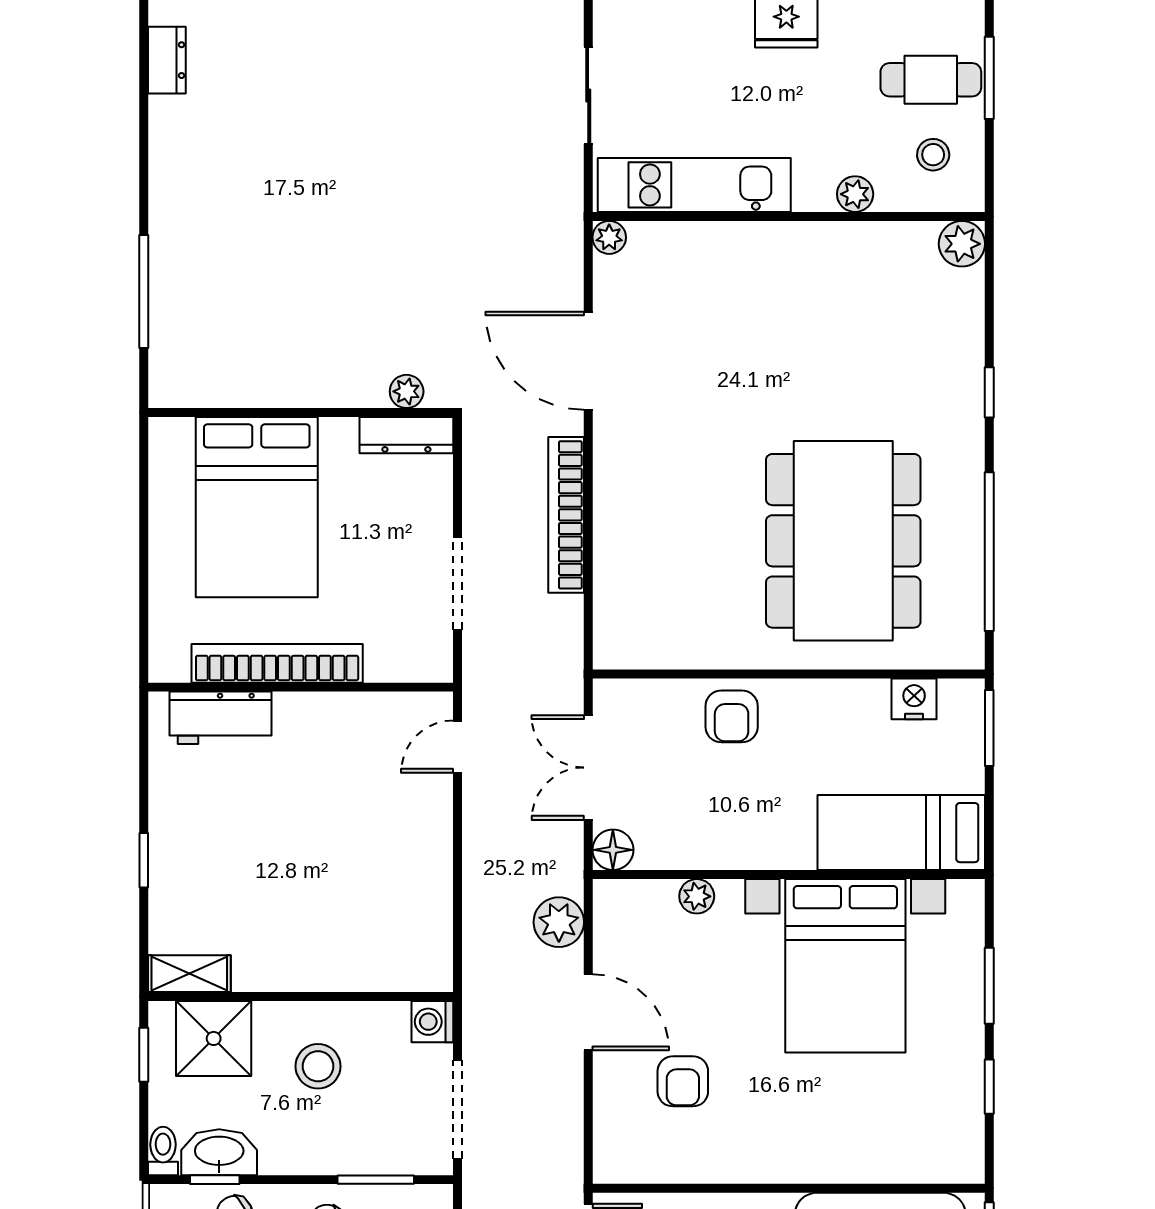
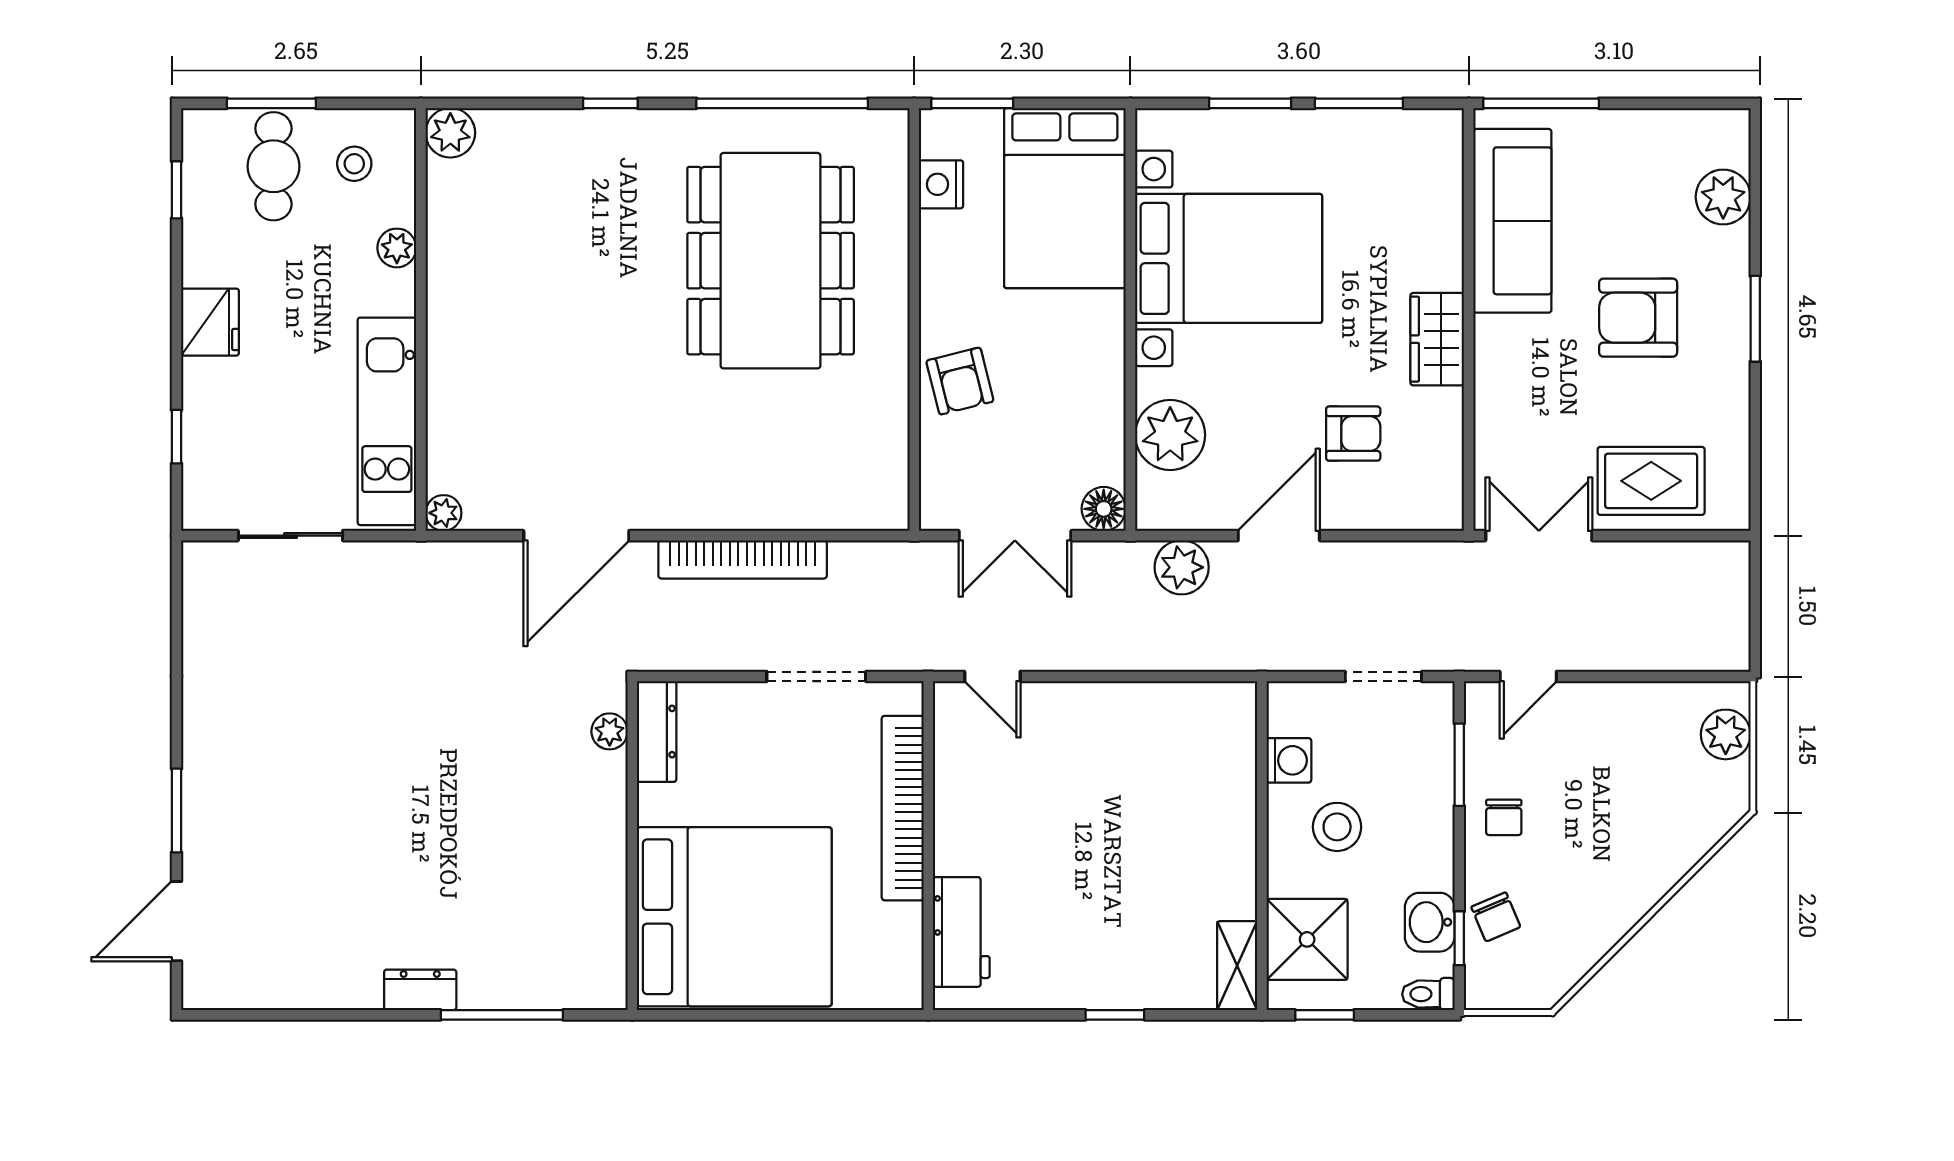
dresser: (167, 60) -> (420, 990), moved
bed: (257, 507) -> (734, 917), width x1.36
dining table: (843, 541) -> (771, 261), turned 90
bookcase: (277, 663) -> (903, 808), moved
armchair: (732, 716) -> (960, 381), turned 76
bed: (901, 833) -> (1065, 198), width x1.50
plant: (697, 896) -> (1170, 435), width x1.88, depth x1.88
washing machine: (432, 1022) -> (1289, 760), moved, turned -90
window: (989, 1087) -> (1359, 103), width x1.50
doorway: (457, 1109) -> (1383, 677), width x0.73
washbasin: (219, 1152) -> (1430, 922), width x0.72
wardrobe: (770, 1159) -> (1437, 339), added

